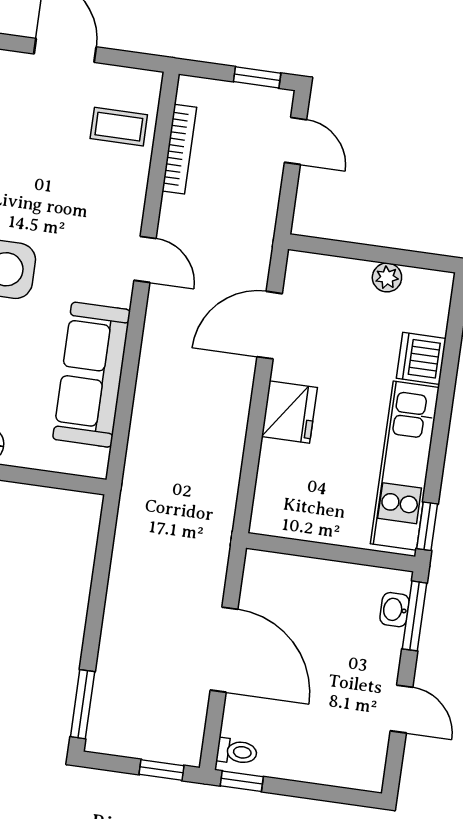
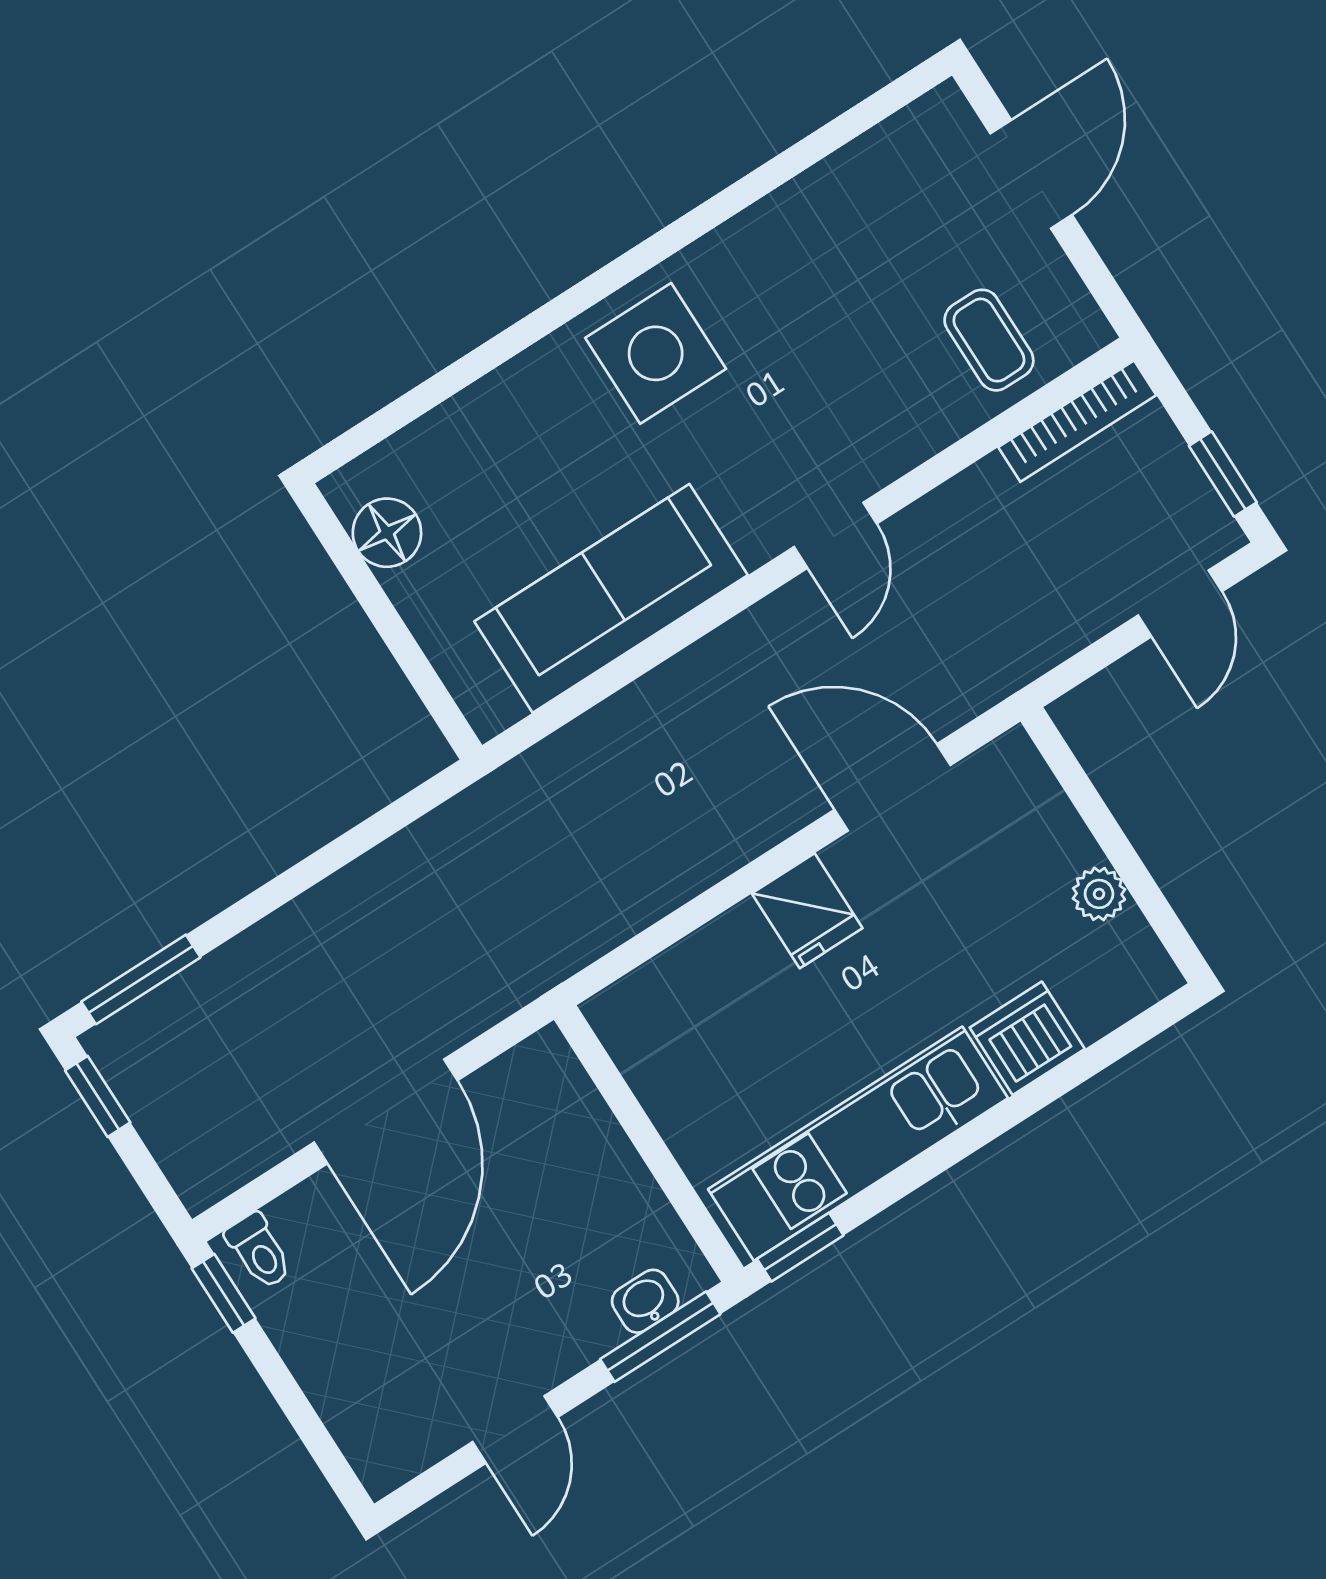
bookcase: (179, 149) -> (1077, 421), moved
fridge: (289, 412) -> (807, 911), width x0.72
window: (161, 770) -> (98, 1096), moved

